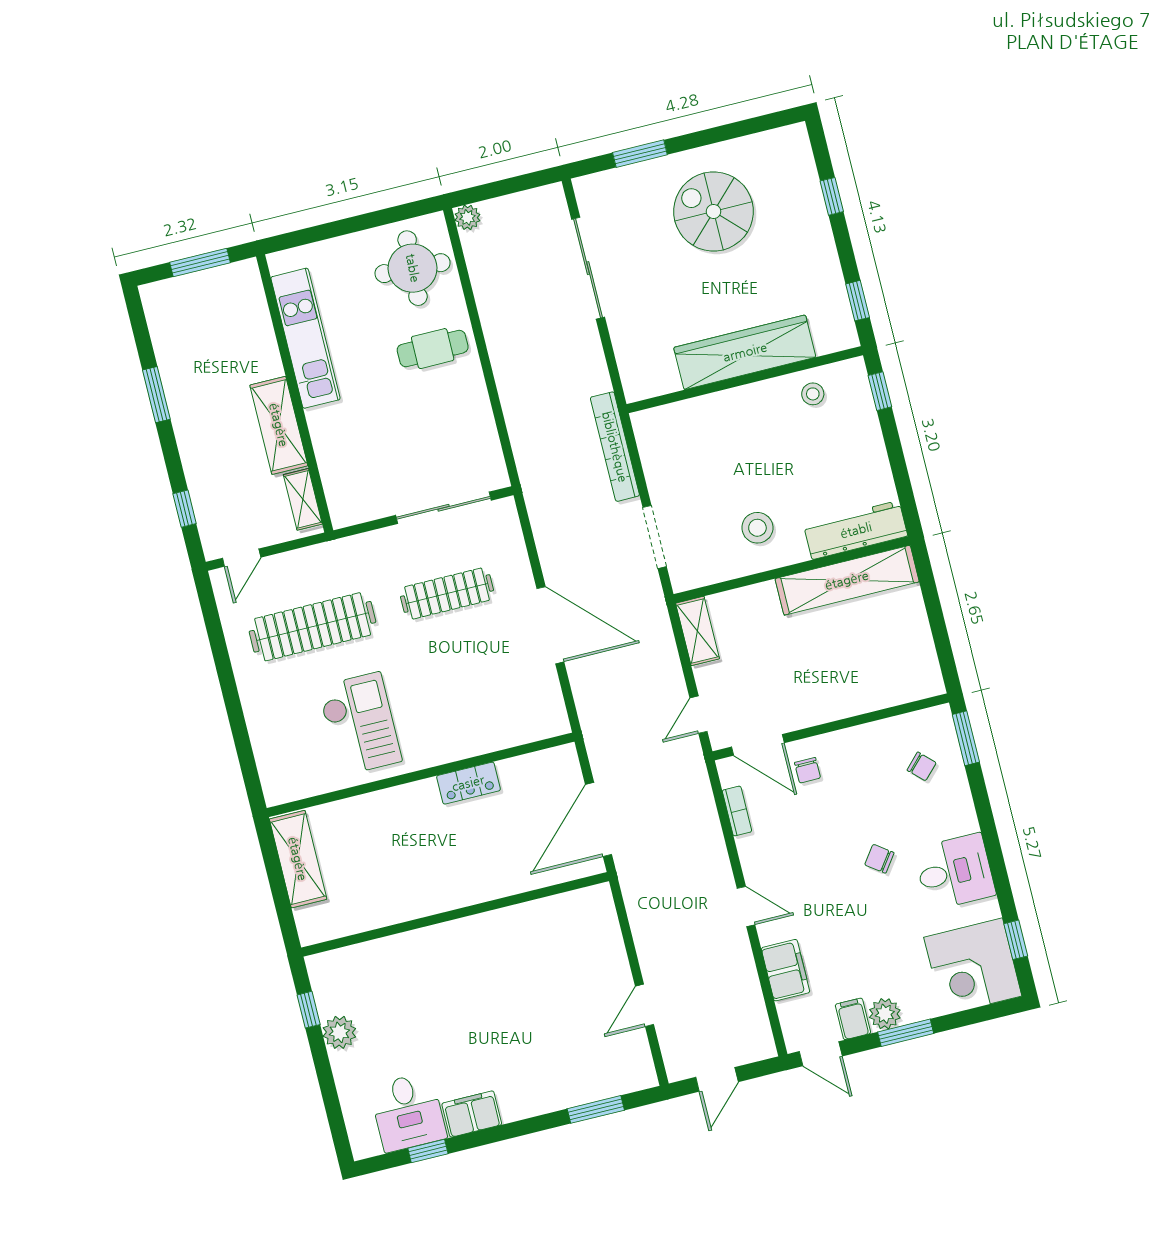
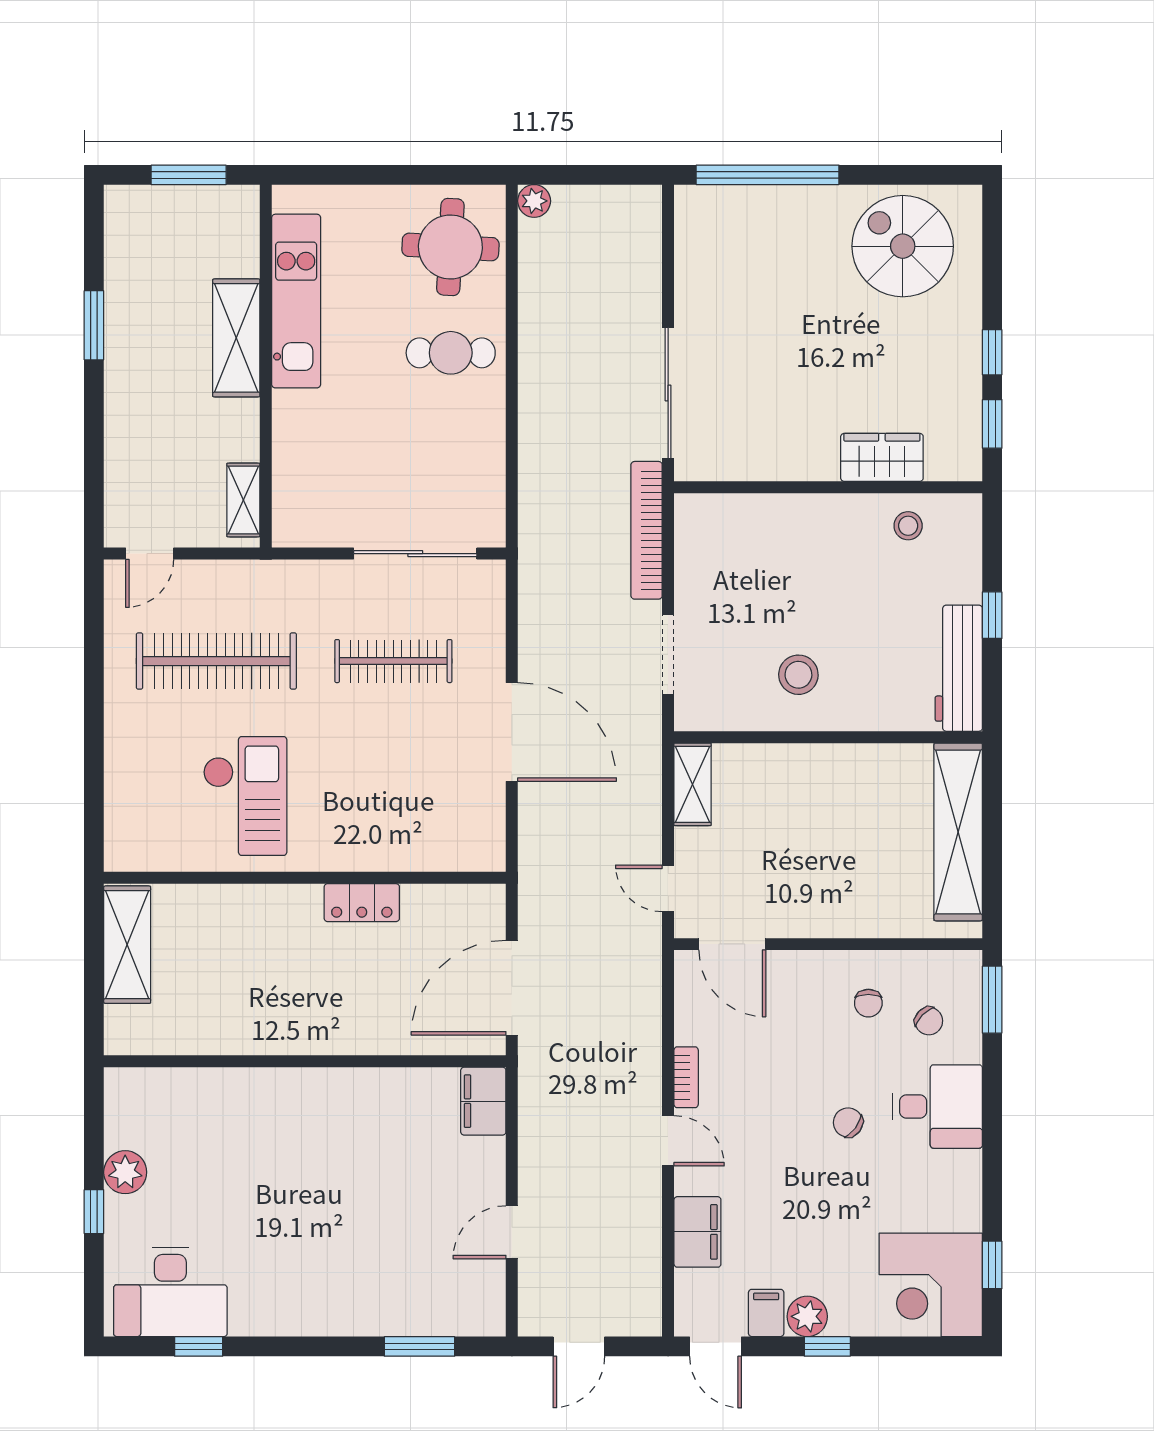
window: (640, 154) -> (768, 175), width x2.11
window: (832, 196) -> (992, 352), moved
spiral stairs: (714, 211) -> (903, 246), moved
sliding door: (588, 268) -> (668, 393), moved
wardrobe: (745, 352) -> (882, 457), width x0.48, depth x0.85
window: (880, 391) -> (992, 615), moved
shelving: (279, 425) -> (236, 338), moved
window: (185, 509) -> (94, 475), removed
workbench: (856, 530) -> (959, 668), moved, turned -90
shelving: (847, 580) -> (958, 832), moved, turned 90
door: (699, 715) -> (668, 888), hinge flipped
chair: (807, 770) -> (868, 1003), moved
bookcase: (737, 811) -> (686, 1077), moved
desk: (955, 872) -> (937, 1107), moved
window: (309, 1010) -> (94, 1212), moved
window: (906, 1033) -> (827, 1346), width x0.67
desk: (408, 1112) -> (170, 1292), width x1.37
filing cabinet: (472, 1114) -> (483, 1101), moved, turned -90

